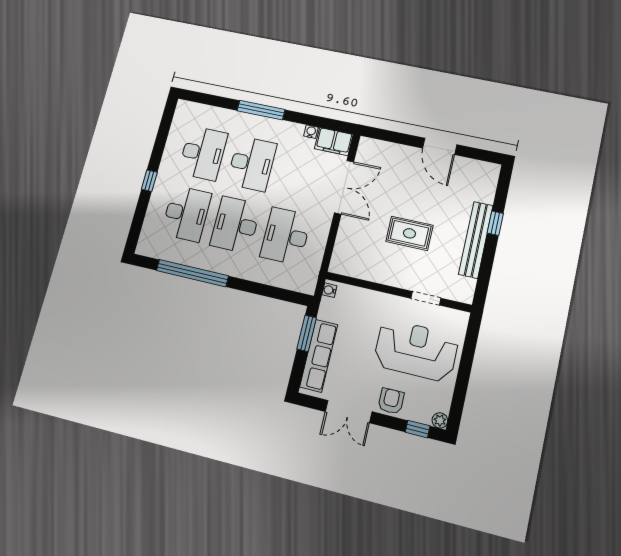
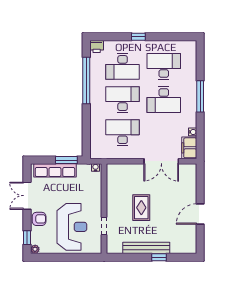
desk: (203, 153) -> (164, 66), turned 180
printer: (146, 246) -> (97, 47), added

